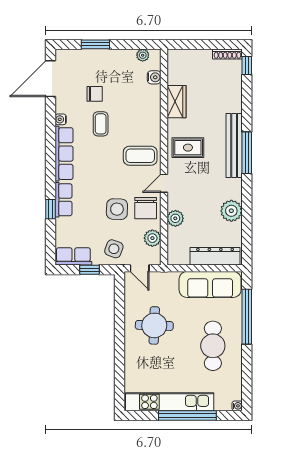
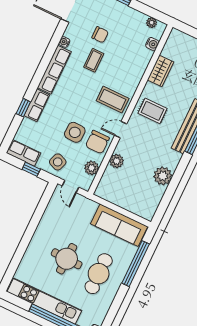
dresser: (215, 256) -> (133, 205), removed
round table: (154, 325) -> (67, 259), moved

